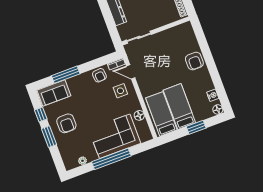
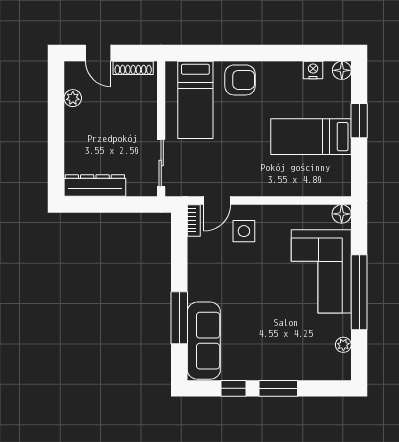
armchair: (99, 75) -> (203, 258), removed
sofa: (54, 93) -> (204, 341), width x1.36
bed: (161, 114) -> (195, 100), moved, turned -90
floor lamp: (139, 115) -> (342, 214), moved
armchair: (66, 123) -> (266, 349), removed

